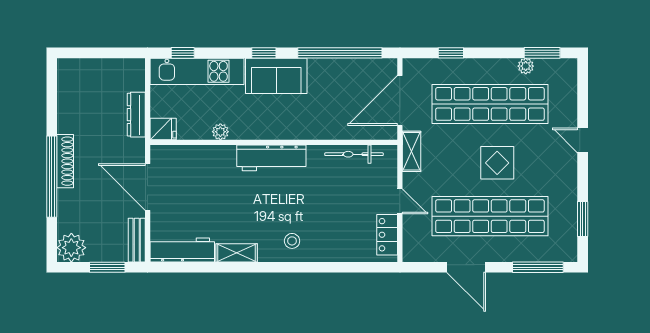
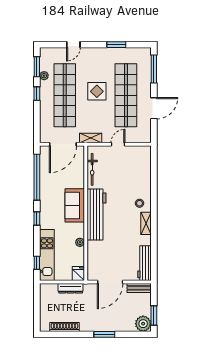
window: (451, 53) -> (37, 94), moved
sofa: (276, 76) -> (75, 205), moved, turned 180
door: (400, 100) -> (63, 144), hinge flipped
door: (583, 140) -> (73, 45), moved
workbench: (271, 158) -> (96, 214), width x1.36, depth x1.32
shoe rack: (65, 161) -> (64, 327), moved
window: (52, 177) -> (104, 334), width x0.47
window: (583, 219) -> (116, 45), moved
locker: (387, 235) -> (136, 151), removed
shelving: (237, 253) -> (146, 223), moved
window: (107, 267) -> (154, 315), moved

